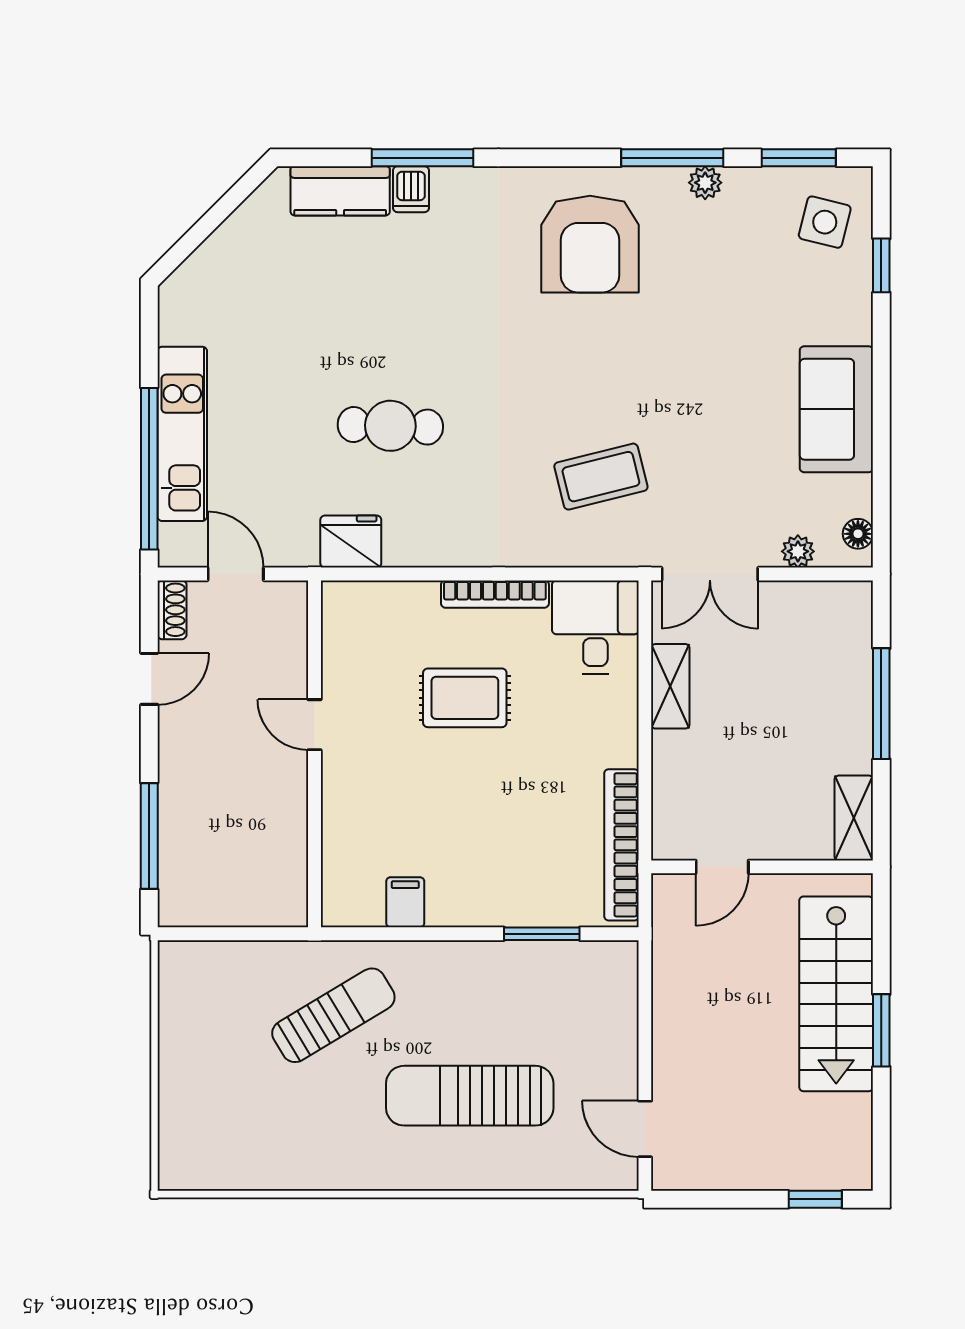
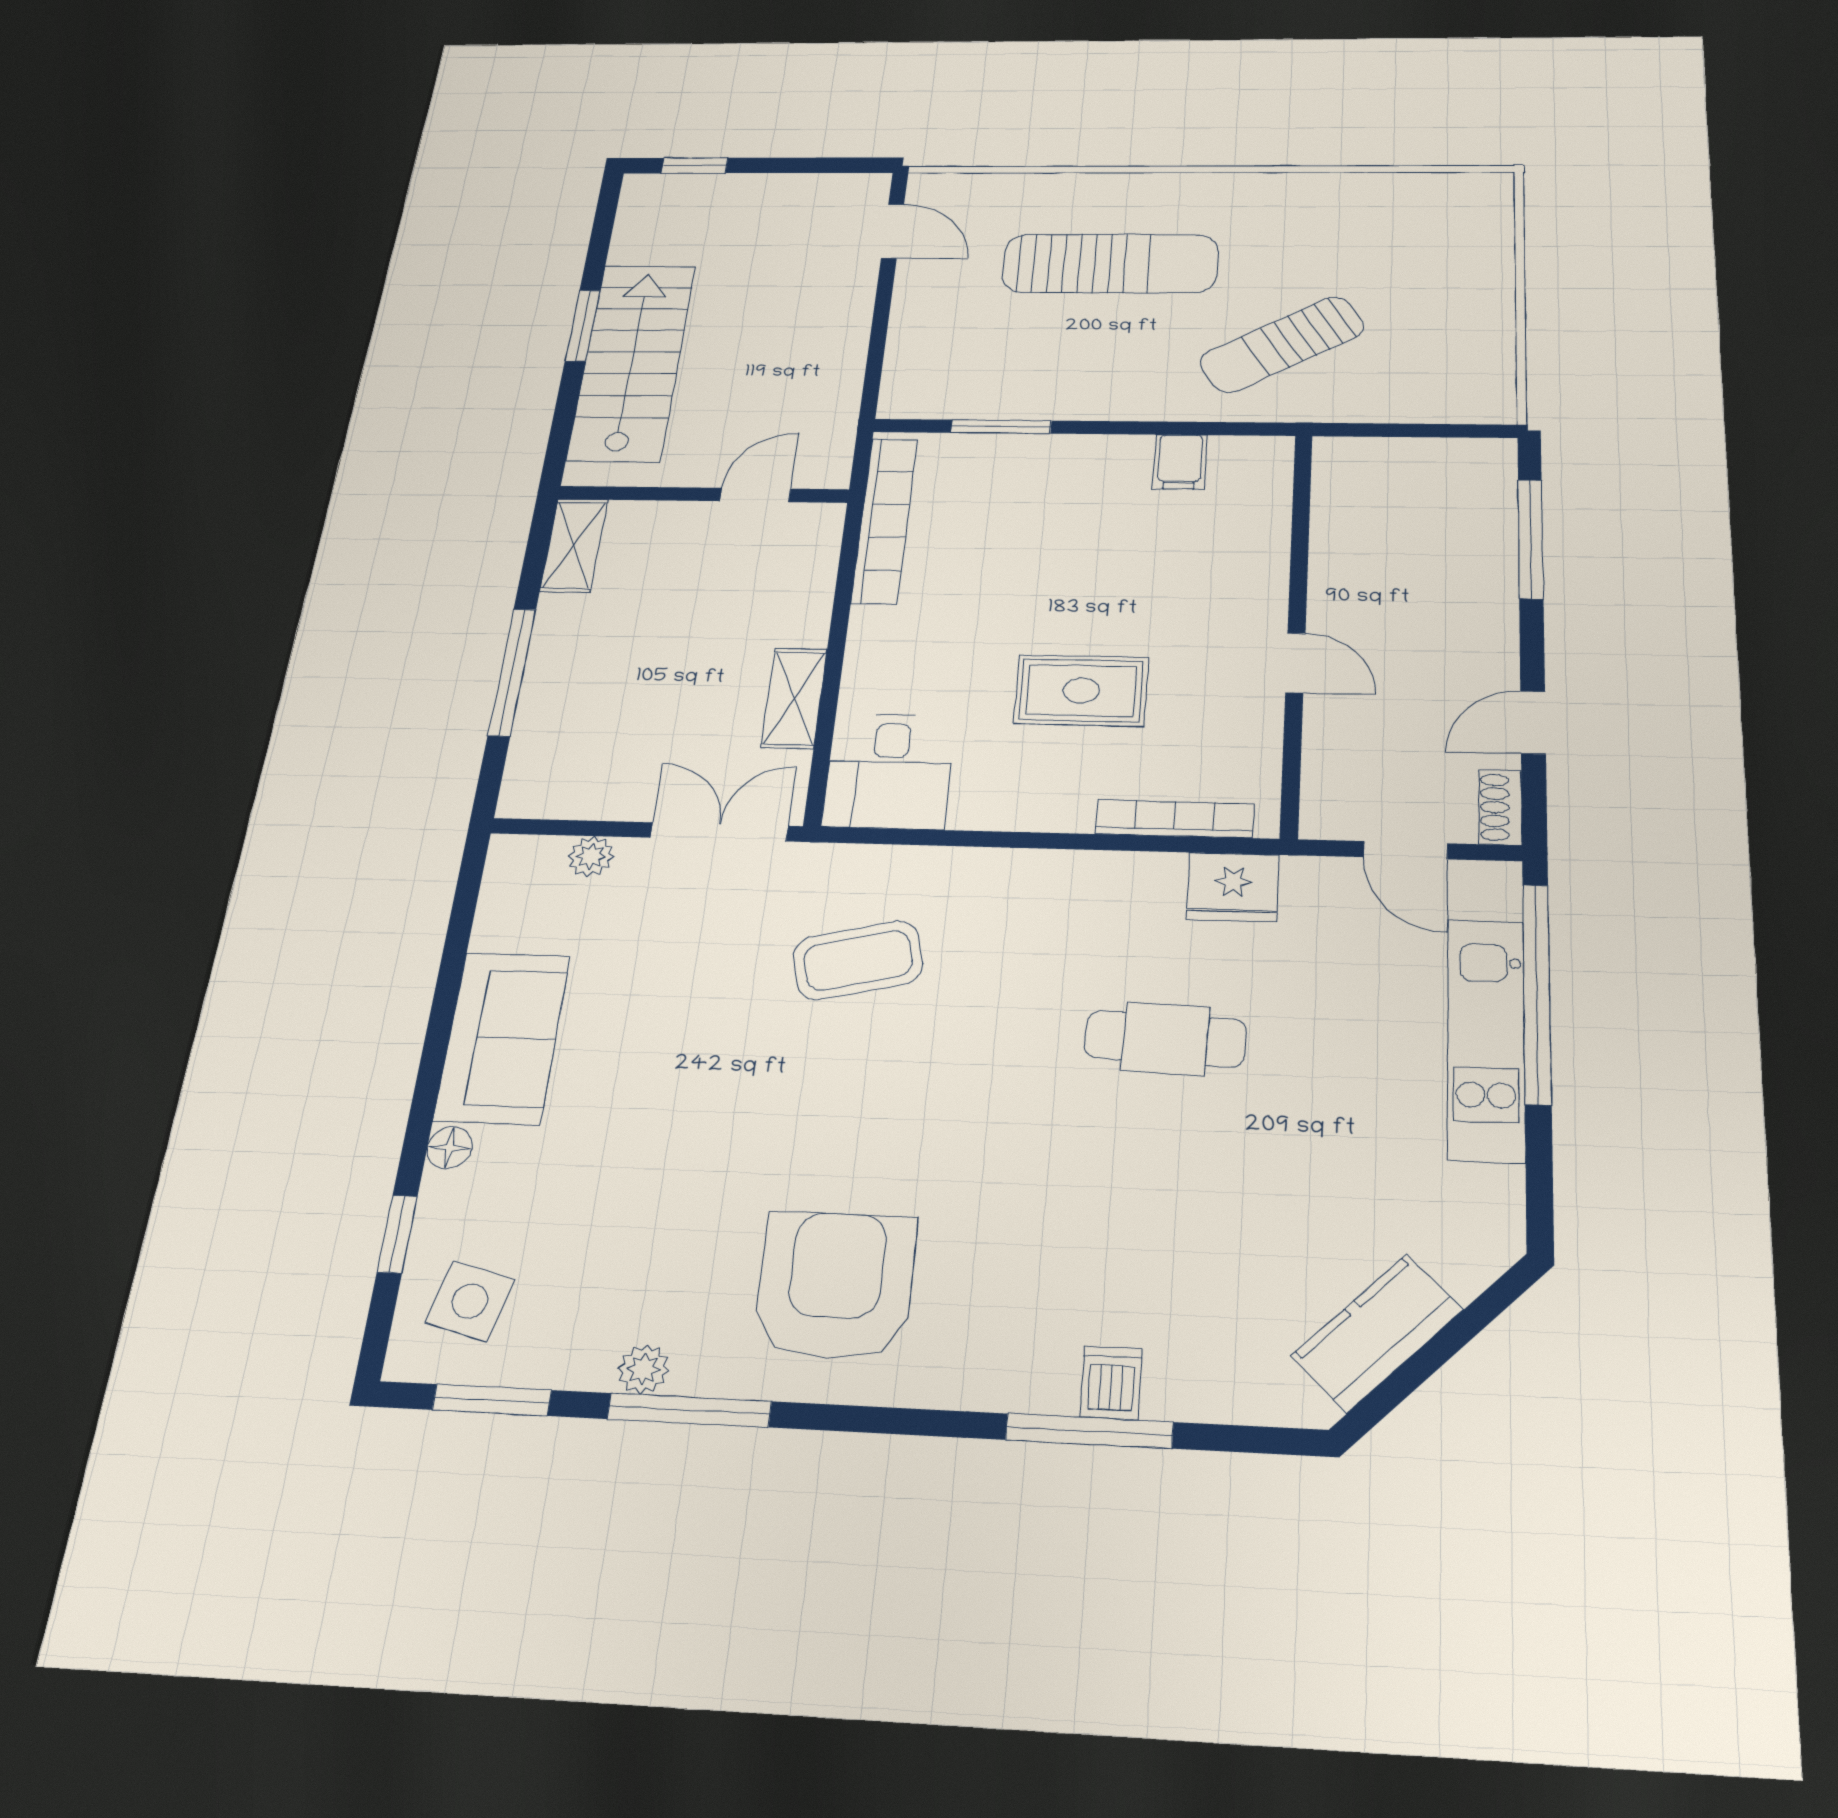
kitchen counter: (340, 191) -> (1377, 1333), moved, turned -45
floor lamp: (858, 534) -> (450, 1148), moved
bookcase: (495, 594) -> (1175, 819), moved

